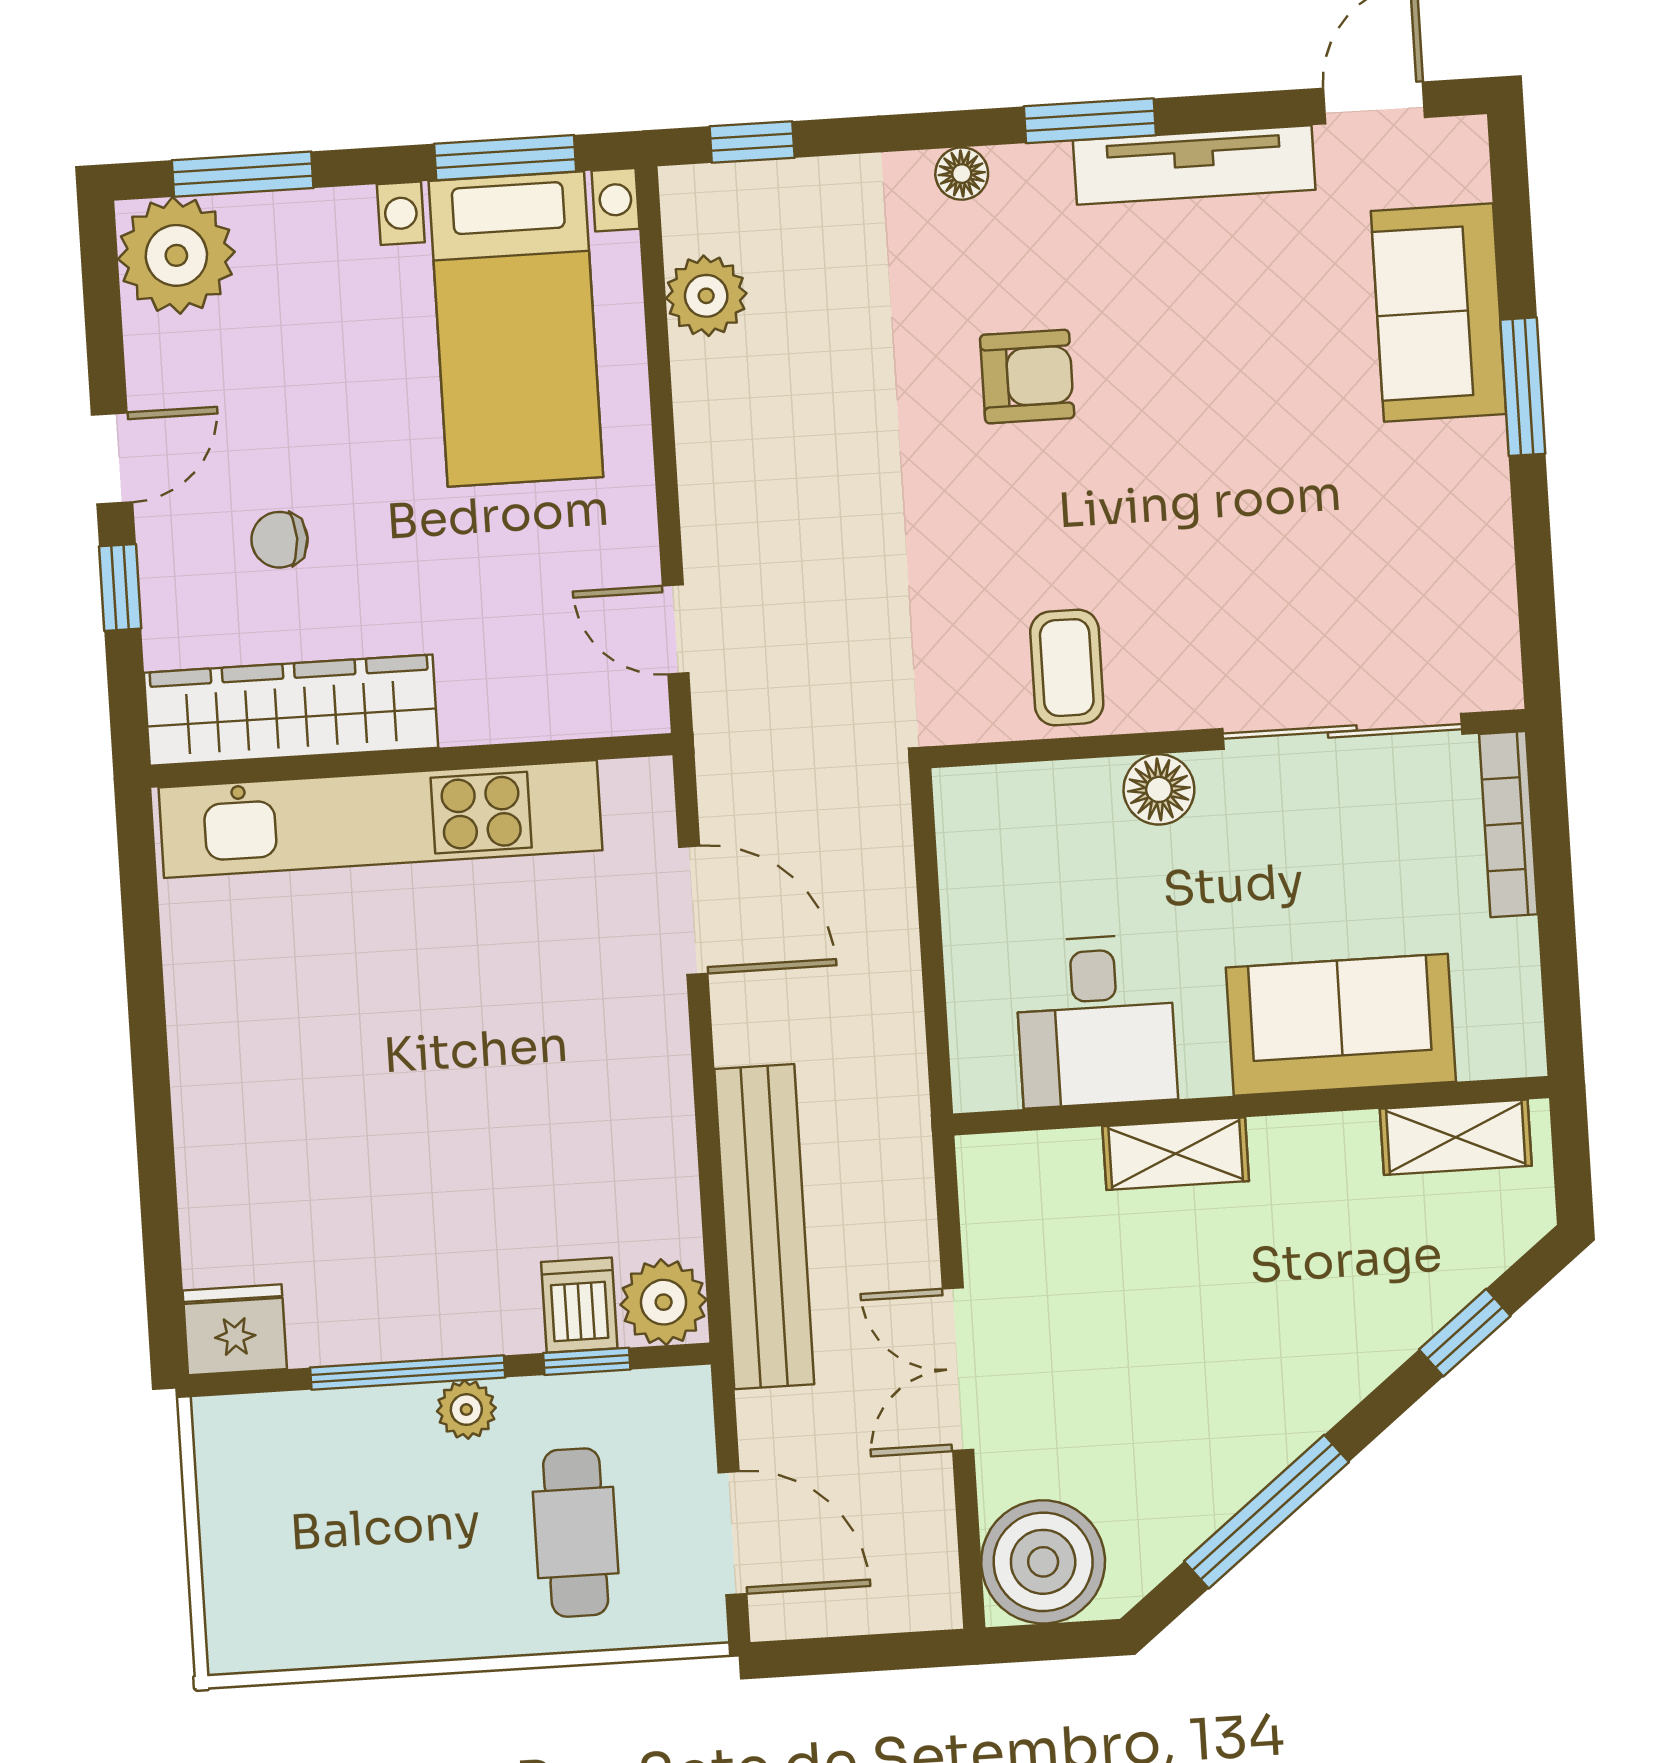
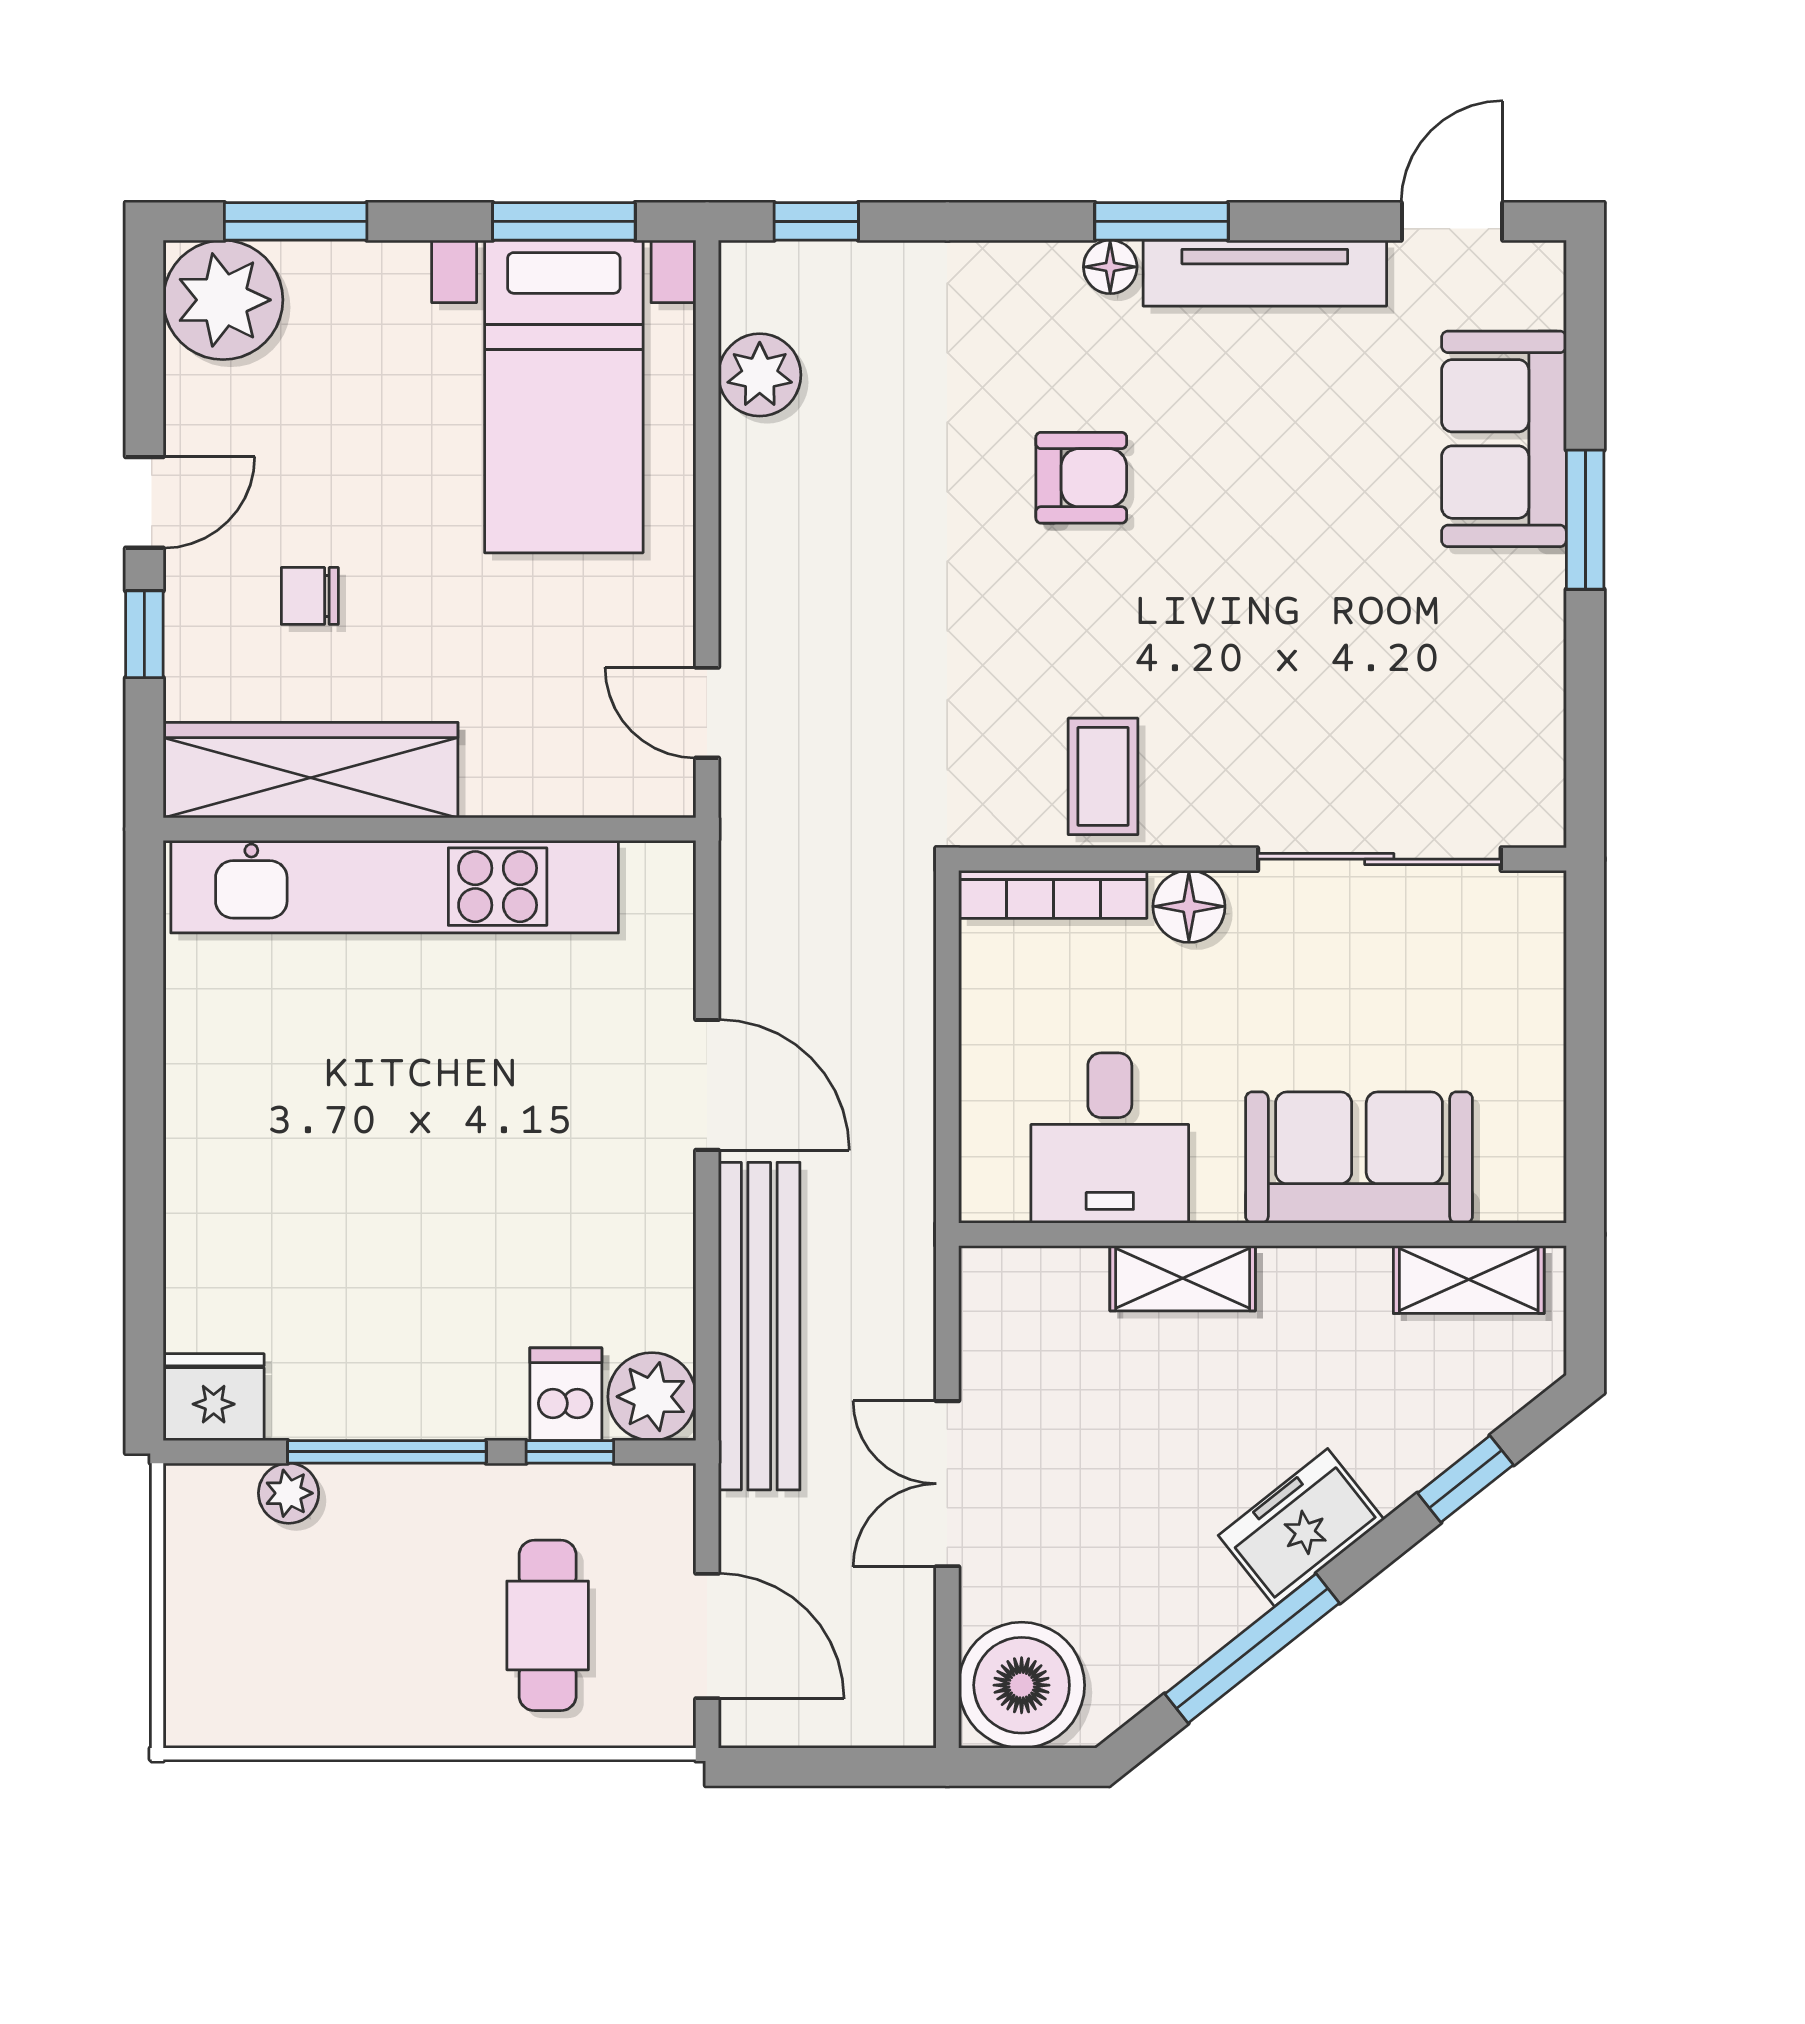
floor lamp: (962, 174) -> (1110, 267), moved
bookcase: (1508, 824) -> (1053, 894), moved, turned -90
door: (693, 910) -> (707, 1085), moved
freezer: (1307, 1390) -> (1301, 1527), added
plant: (466, 1410) -> (289, 1493), moved

